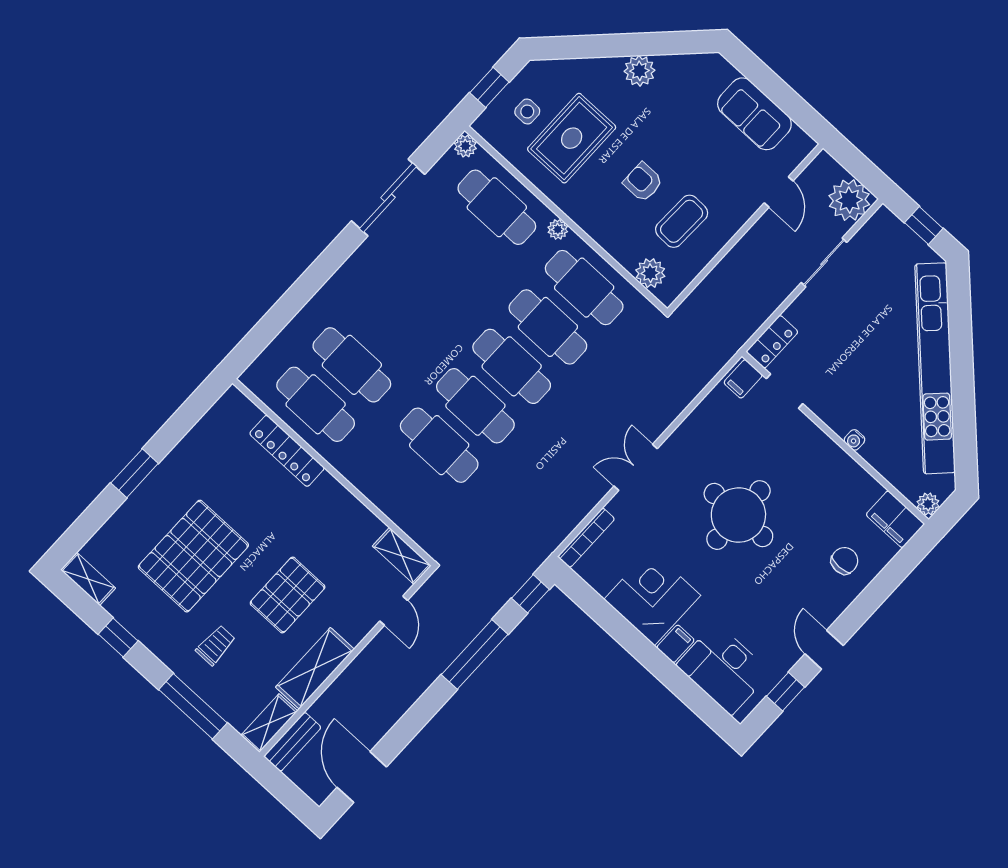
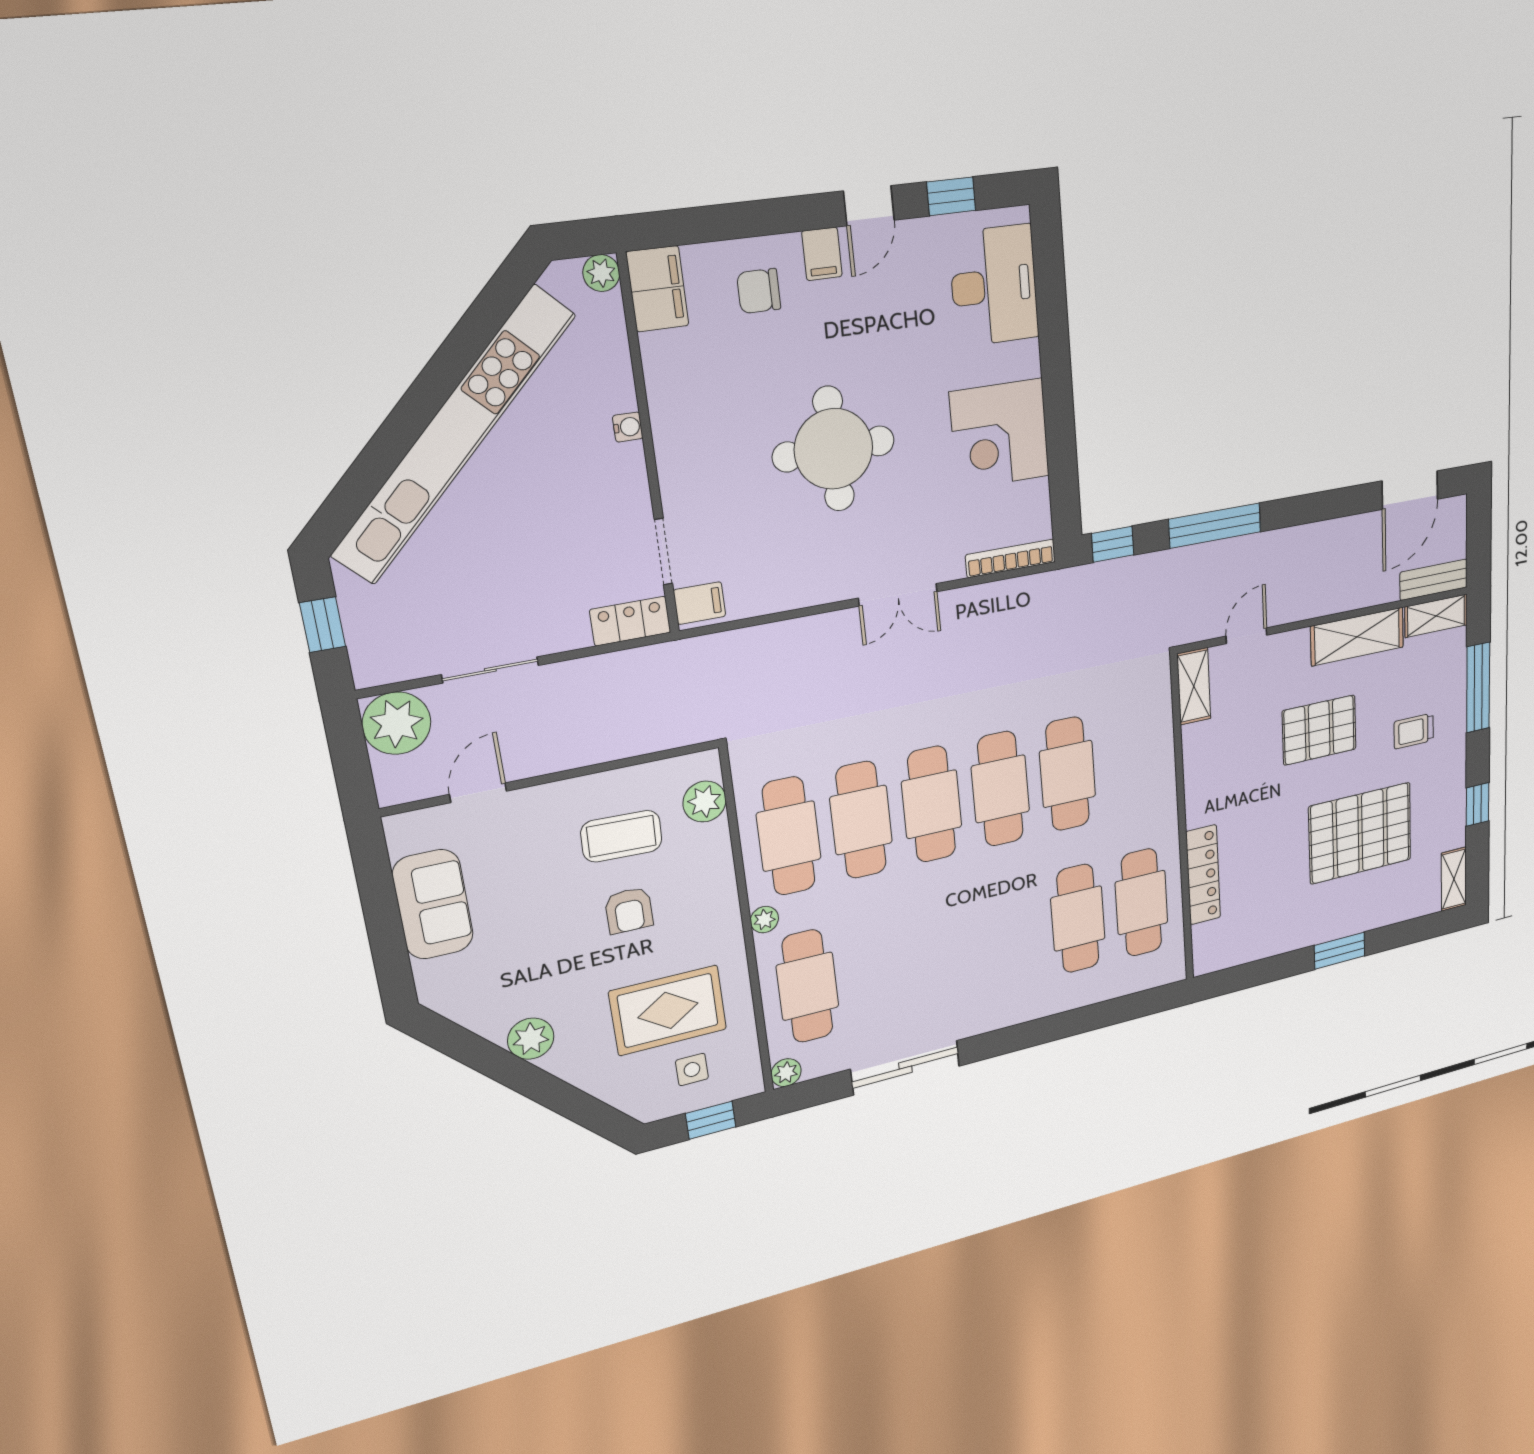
filing cabinet: (676, 644) -> (822, 254), moved, turned -90

